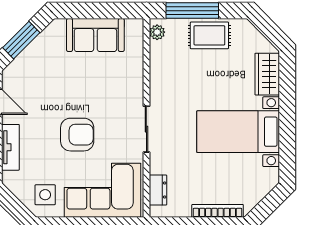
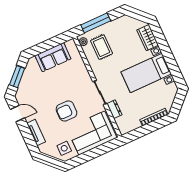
rug: (209, 35) -> (102, 47), moved, turned 90
armchair: (77, 135) -> (66, 111), turned 180
dresser: (158, 190) -> (114, 109), moved

